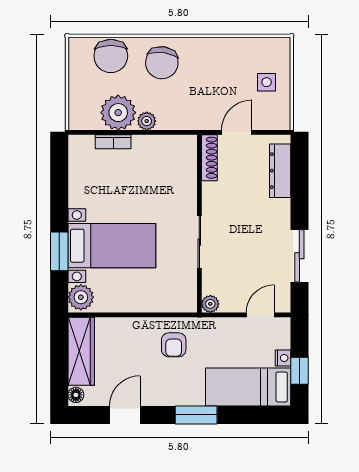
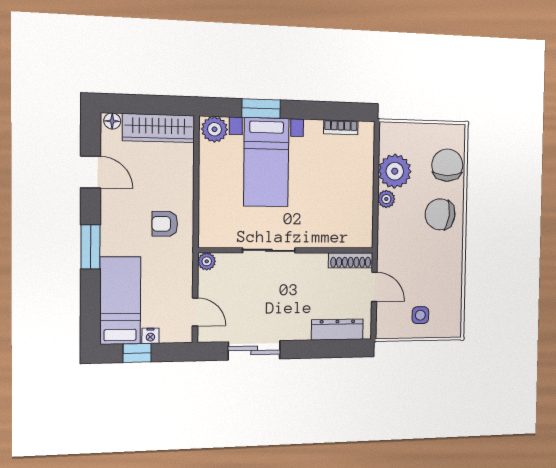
chair: (111, 56) -> (447, 165), turned 90
bookcase: (113, 142) -> (341, 127), moved, turned -90

